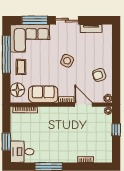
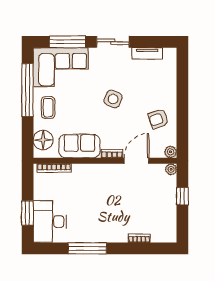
door: (84, 105) -> (136, 161), hinge flipped
desk: (22, 152) -> (50, 222), width x1.37

